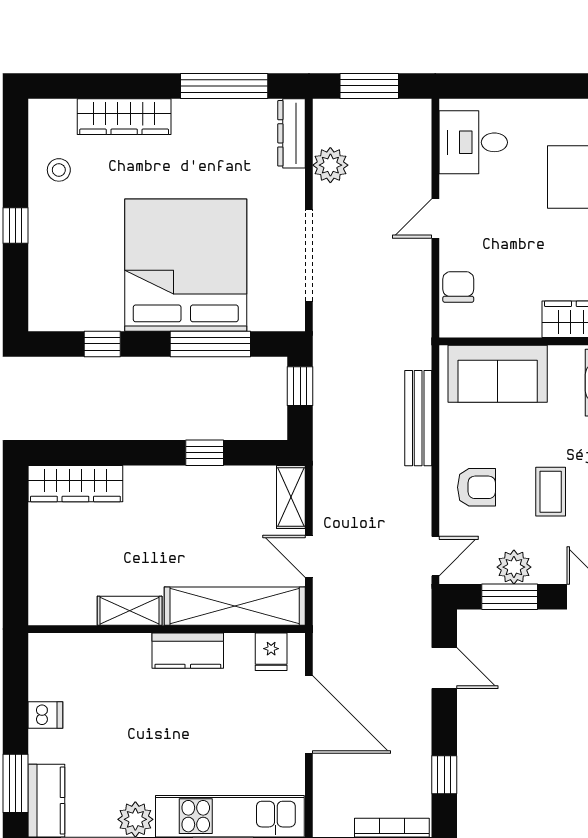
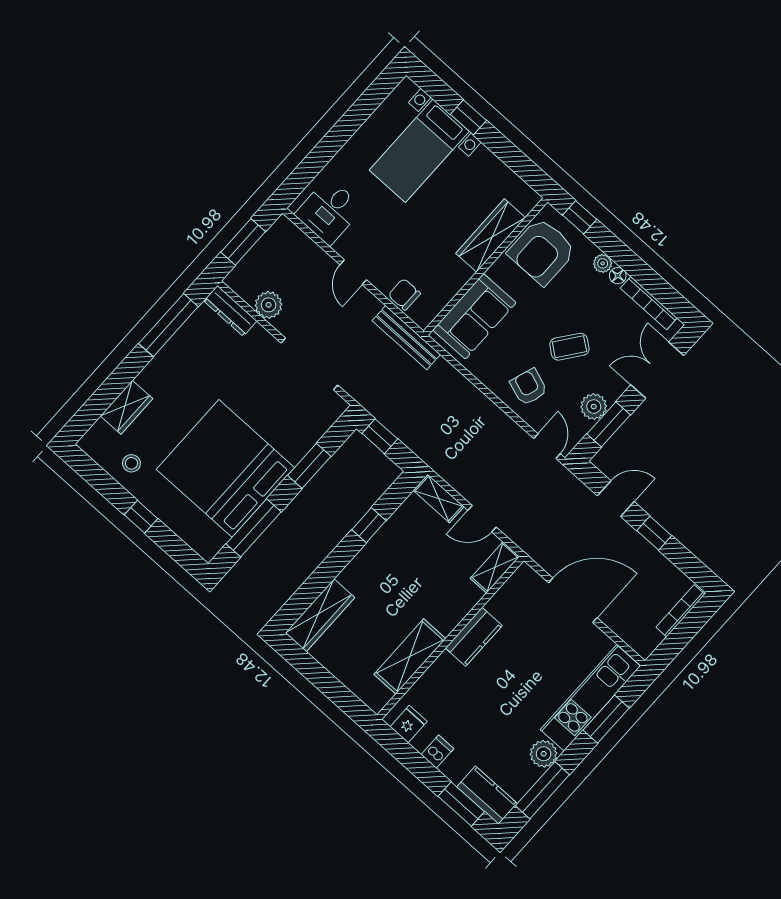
wardrobe: (124, 117) -> (126, 407), width x0.67
bed: (186, 265) -> (225, 468), moved
window: (102, 344) -> (254, 528), width x2.17
window: (210, 344) -> (309, 466), width x0.69
bench: (418, 418) -> (406, 338), moved
armchair: (476, 487) -> (529, 387), turned -71
coffee table: (551, 492) -> (569, 347), turned -53
shelving: (235, 606) -> (495, 567), width x0.45, depth x0.75
shelving: (130, 611) -> (410, 656), width x1.50, depth x1.33
fridge: (271, 652) -> (409, 724), moved, turned -90
window: (444, 775) -> (654, 533), moved

